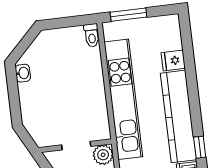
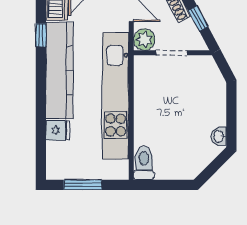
window: (128, 15) -> (83, 185), moved
toilet: (92, 35) -> (144, 163), width x1.37, depth x1.39

